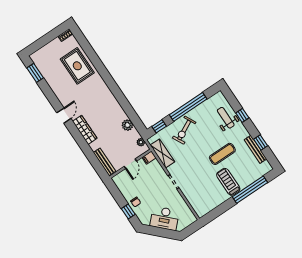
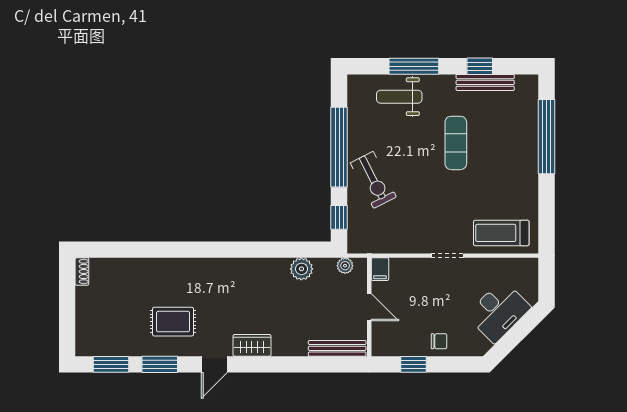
rug: (77, 66) -> (173, 322), moved, width x0.73, depth x0.70
window: (49, 93) -> (160, 364), added
window: (242, 115) -> (414, 66), width x2.17
door: (64, 116) -> (214, 364), swing flipped
wardrobe: (85, 130) -> (252, 345), width x0.67
shelving: (162, 153) -> (388, 242), removed
treadmill: (228, 182) -> (501, 233), moved
window: (128, 212) -> (414, 364), moved

